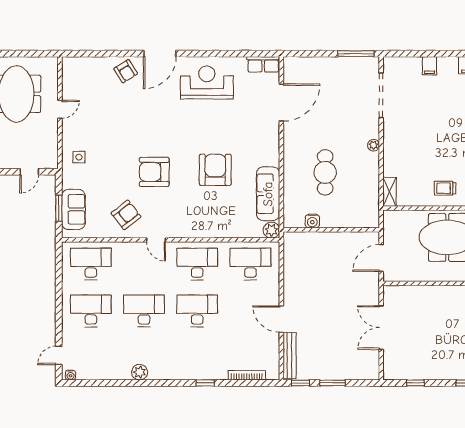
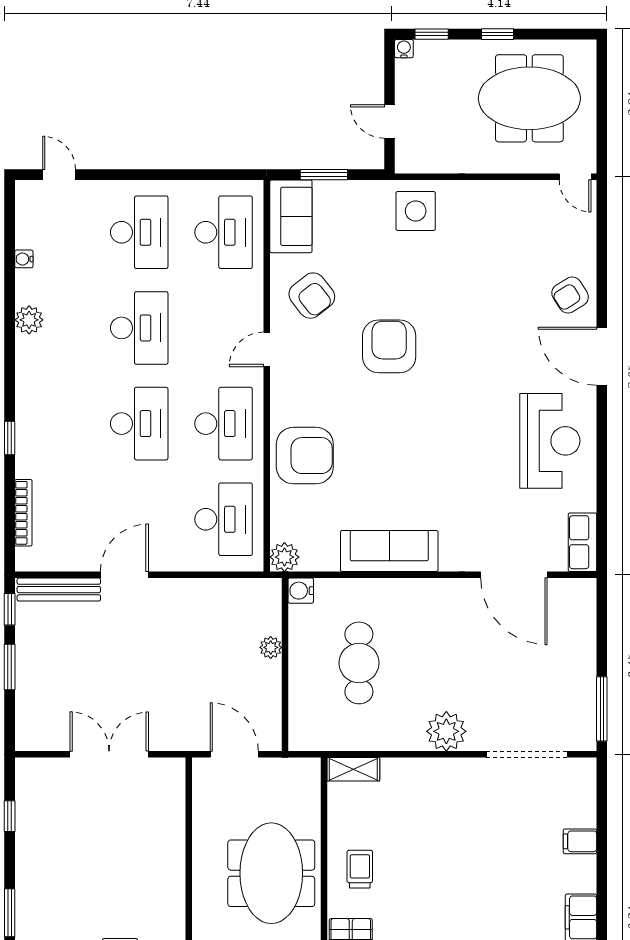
door: (60, 109) -> (575, 177), moved
plant: (374, 145) -> (446, 731), width x1.88, depth x1.88
side table: (79, 157) -> (416, 211), width x1.87, depth x1.87
armchair: (215, 170) -> (305, 456), moved
cafe table: (325, 172) -> (359, 663), moved, turned 90
sofa: (268, 194) -> (389, 551), moved
sofa: (73, 209) -> (291, 216), moved, turned -90
water cooler: (312, 221) -> (301, 591), moved
plant: (322, 238) -> (271, 647), added
water cooler: (71, 375) -> (24, 259), moved

